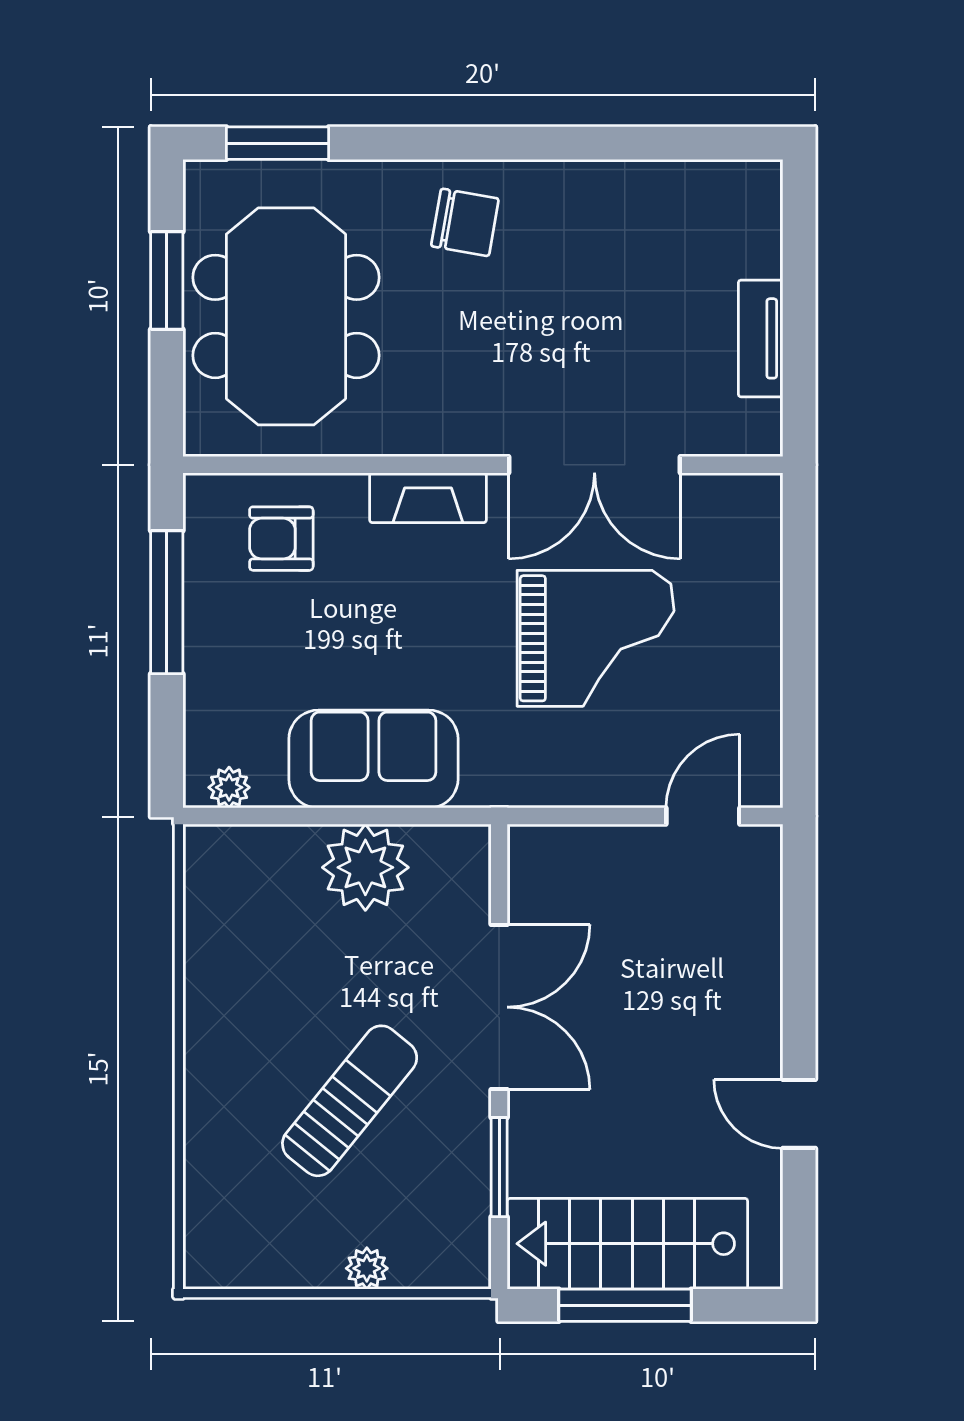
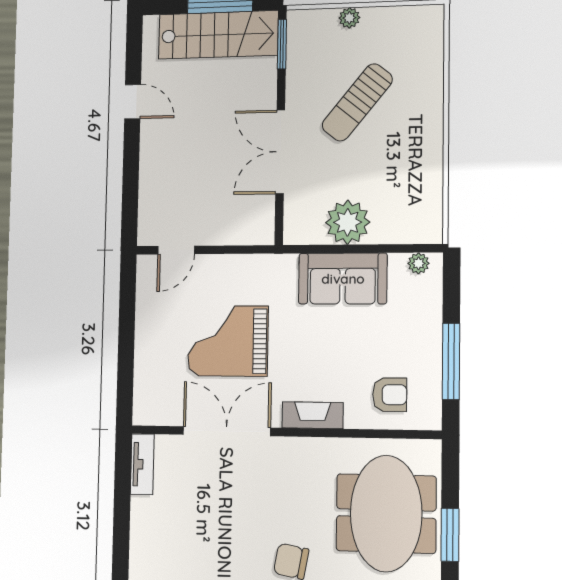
tv unit: (761, 338) -> (142, 464), moved
window: (499, 1167) -> (282, 44), moved

